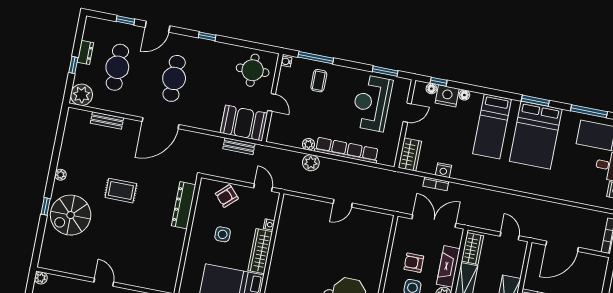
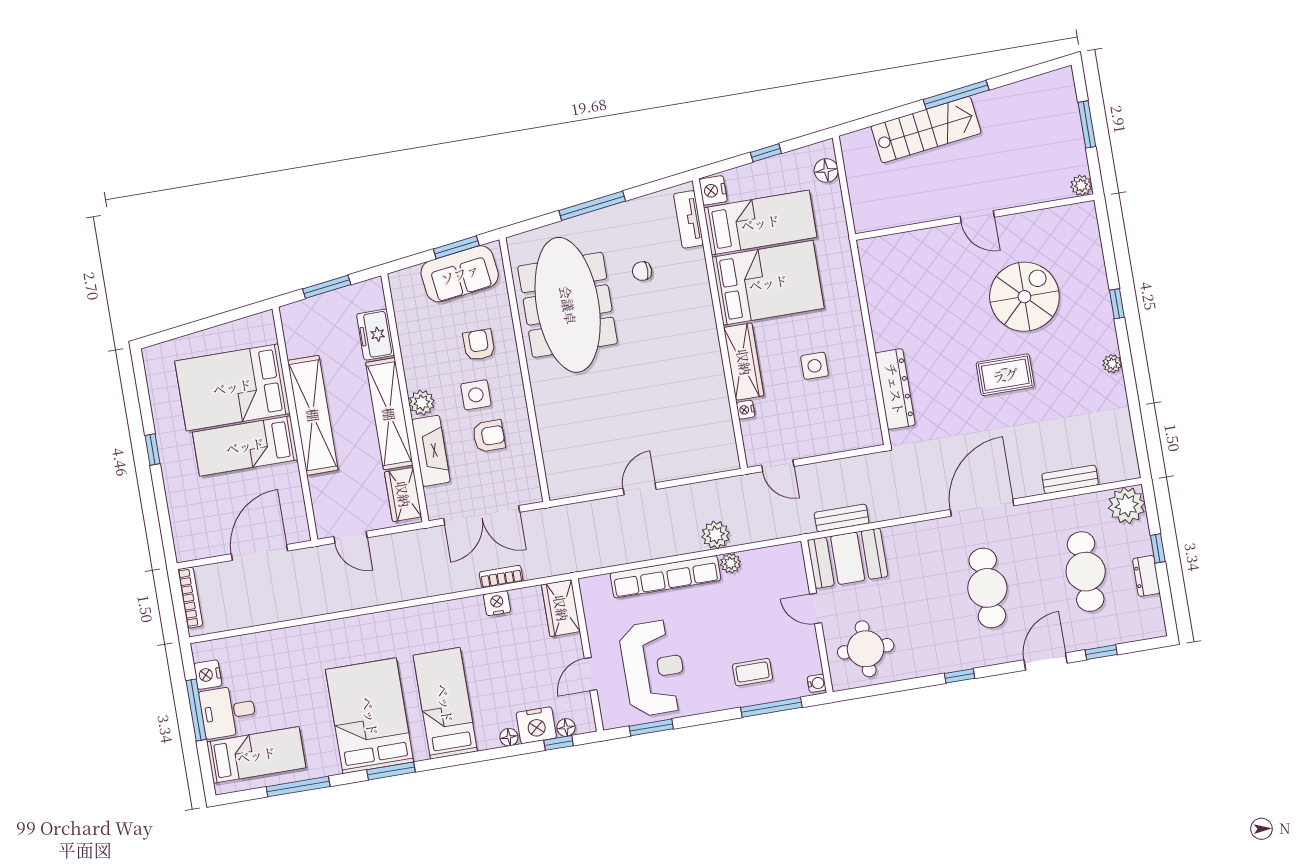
coffee table: (319, 81) -> (752, 672), turned 90
armchair: (227, 196) -> (831, 430), removed
spiral stairs: (71, 215) -> (1024, 297), moved

